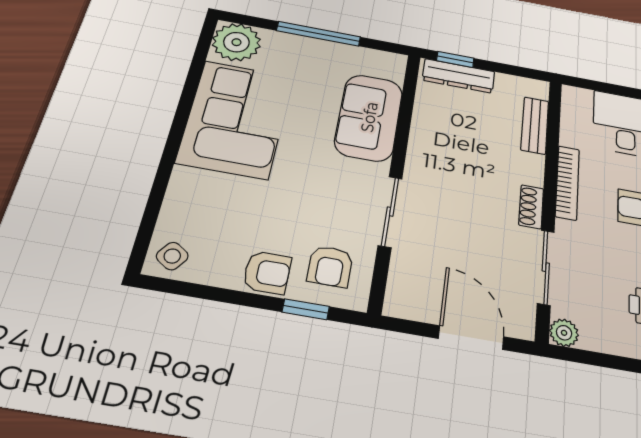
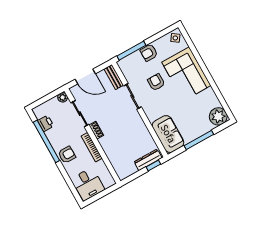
sofa: (369, 117) -> (168, 134), moved
corner sofa: (236, 119) -> (186, 74), moved
bench: (535, 125) -> (114, 77), moved
armchair: (330, 266) -> (156, 82), moved
window: (306, 309) -> (131, 51), width x2.17

